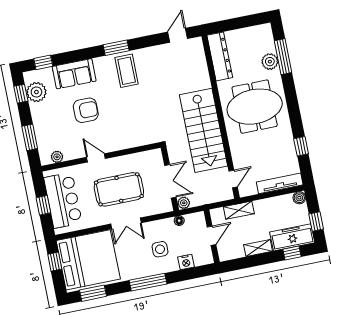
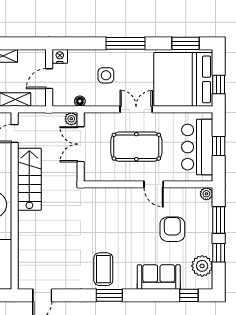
window: (21, 94) -> (219, 253), moved
armchair: (86, 110) -> (172, 229), moved, turned 90
stairs: (204, 130) -> (29, 179), width x0.73, depth x0.66
plant: (57, 157) -> (206, 194), moved
nightstand: (186, 262) -> (60, 56), moved

